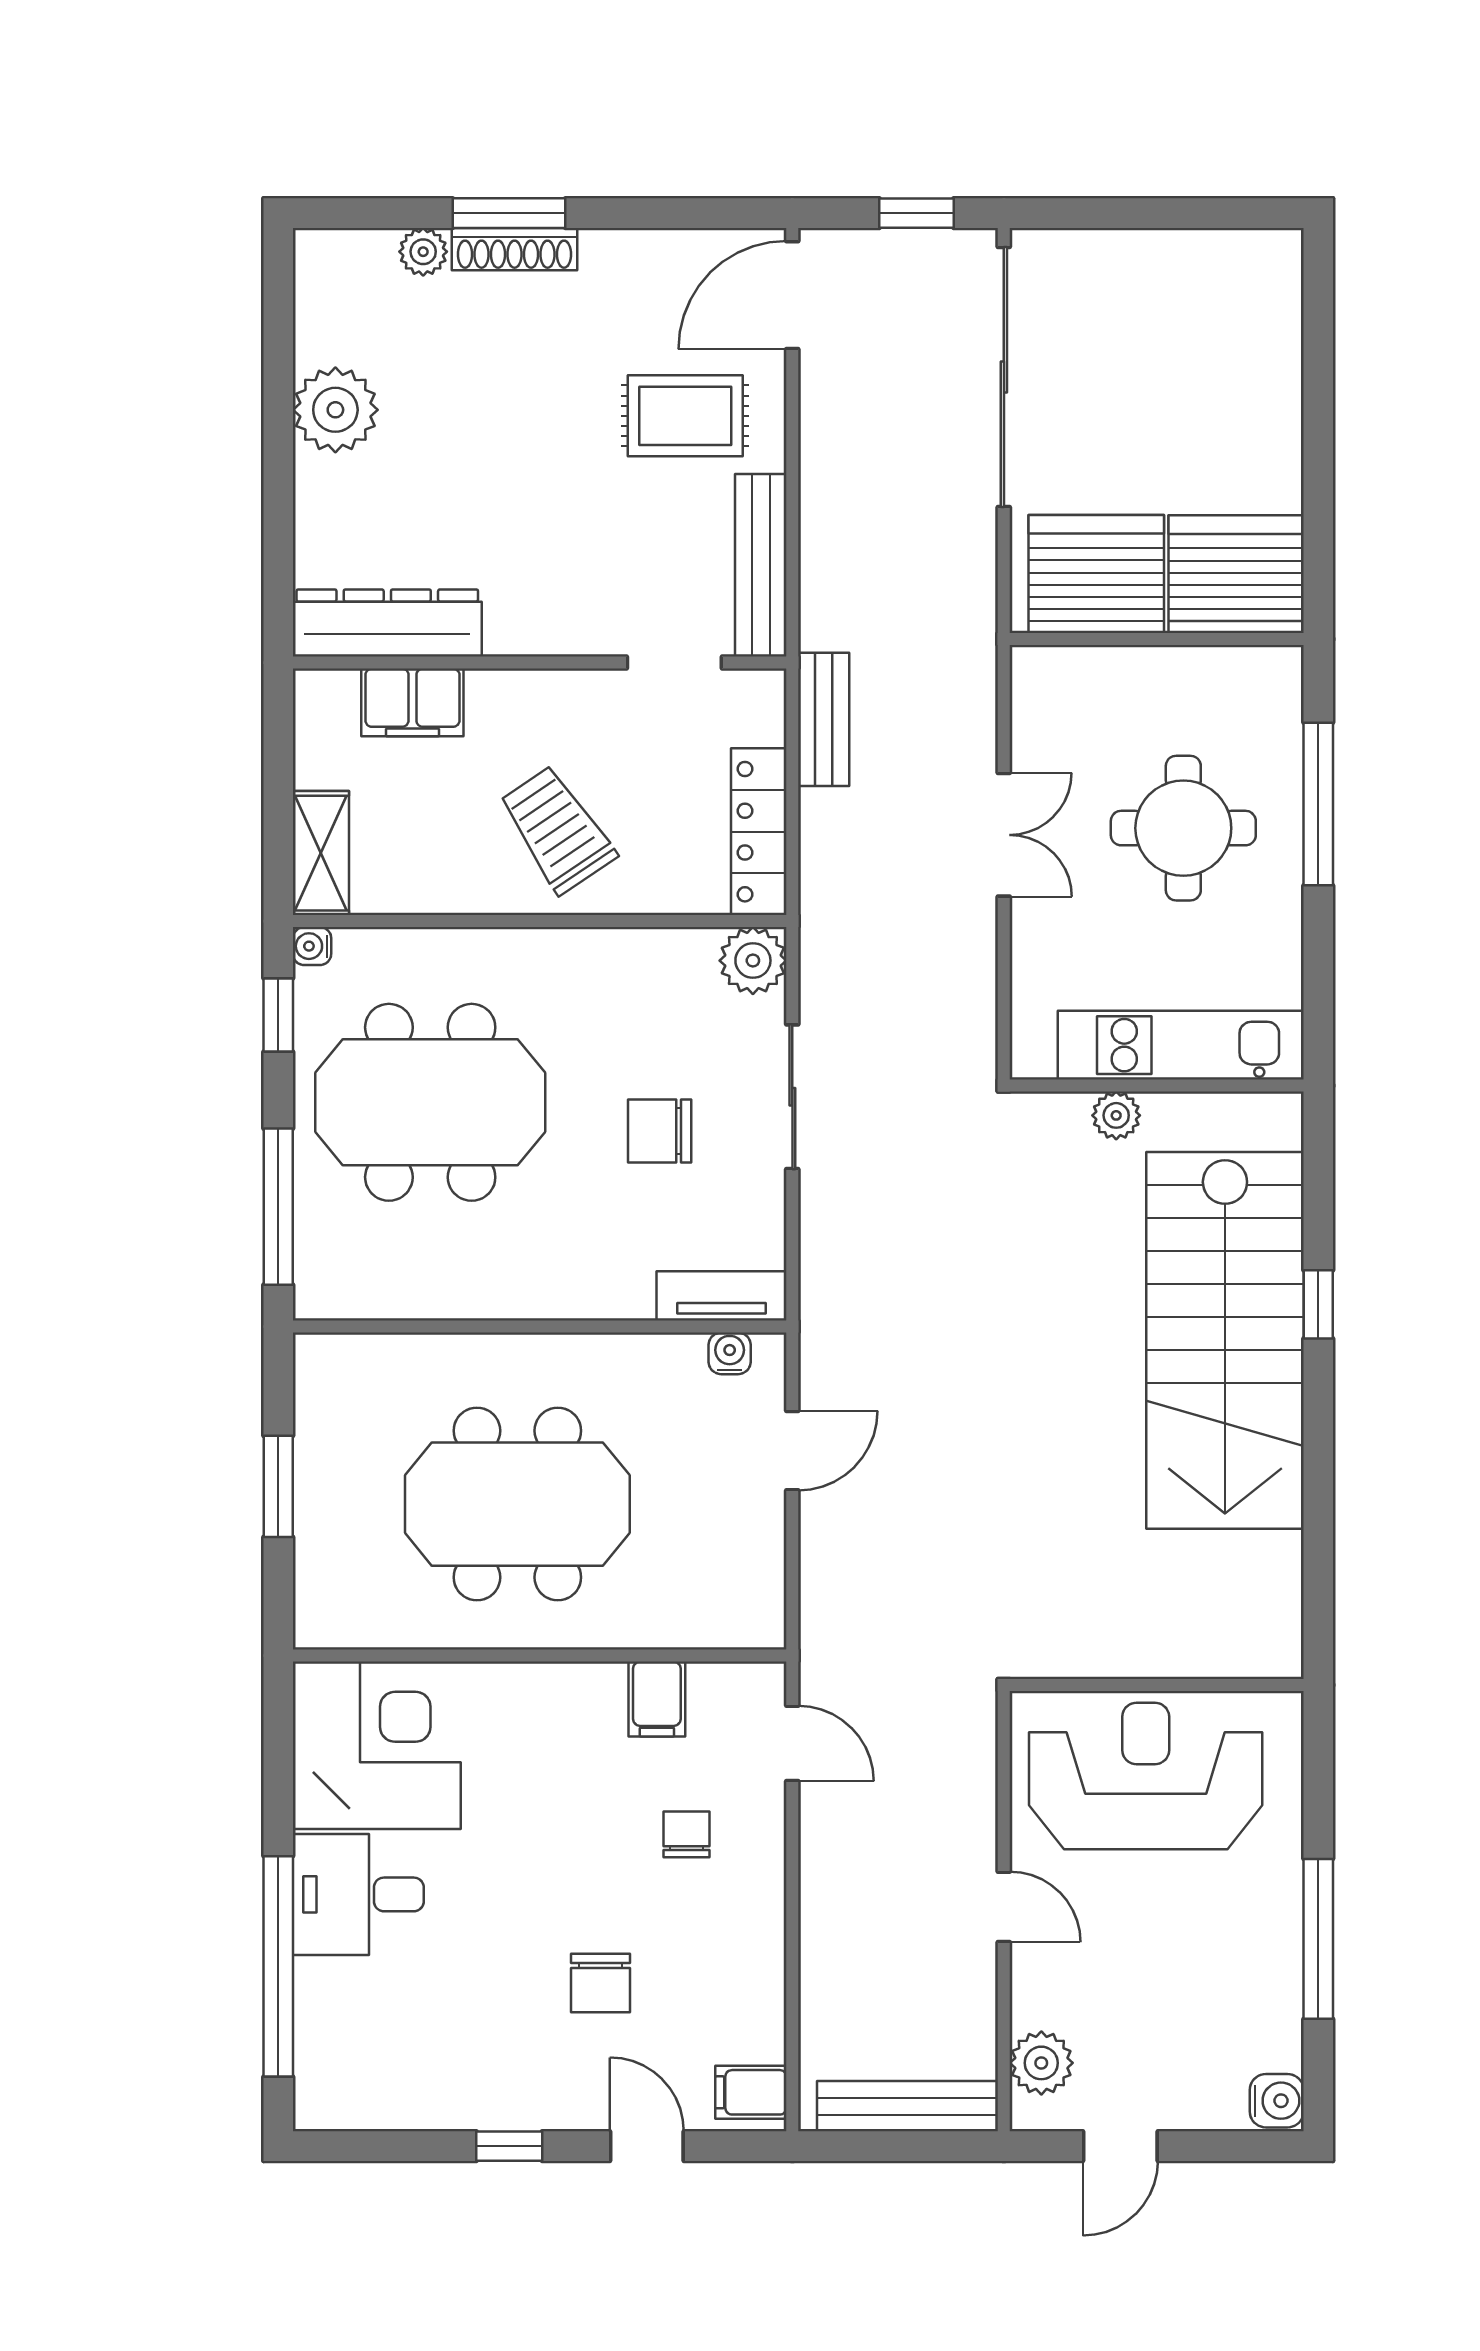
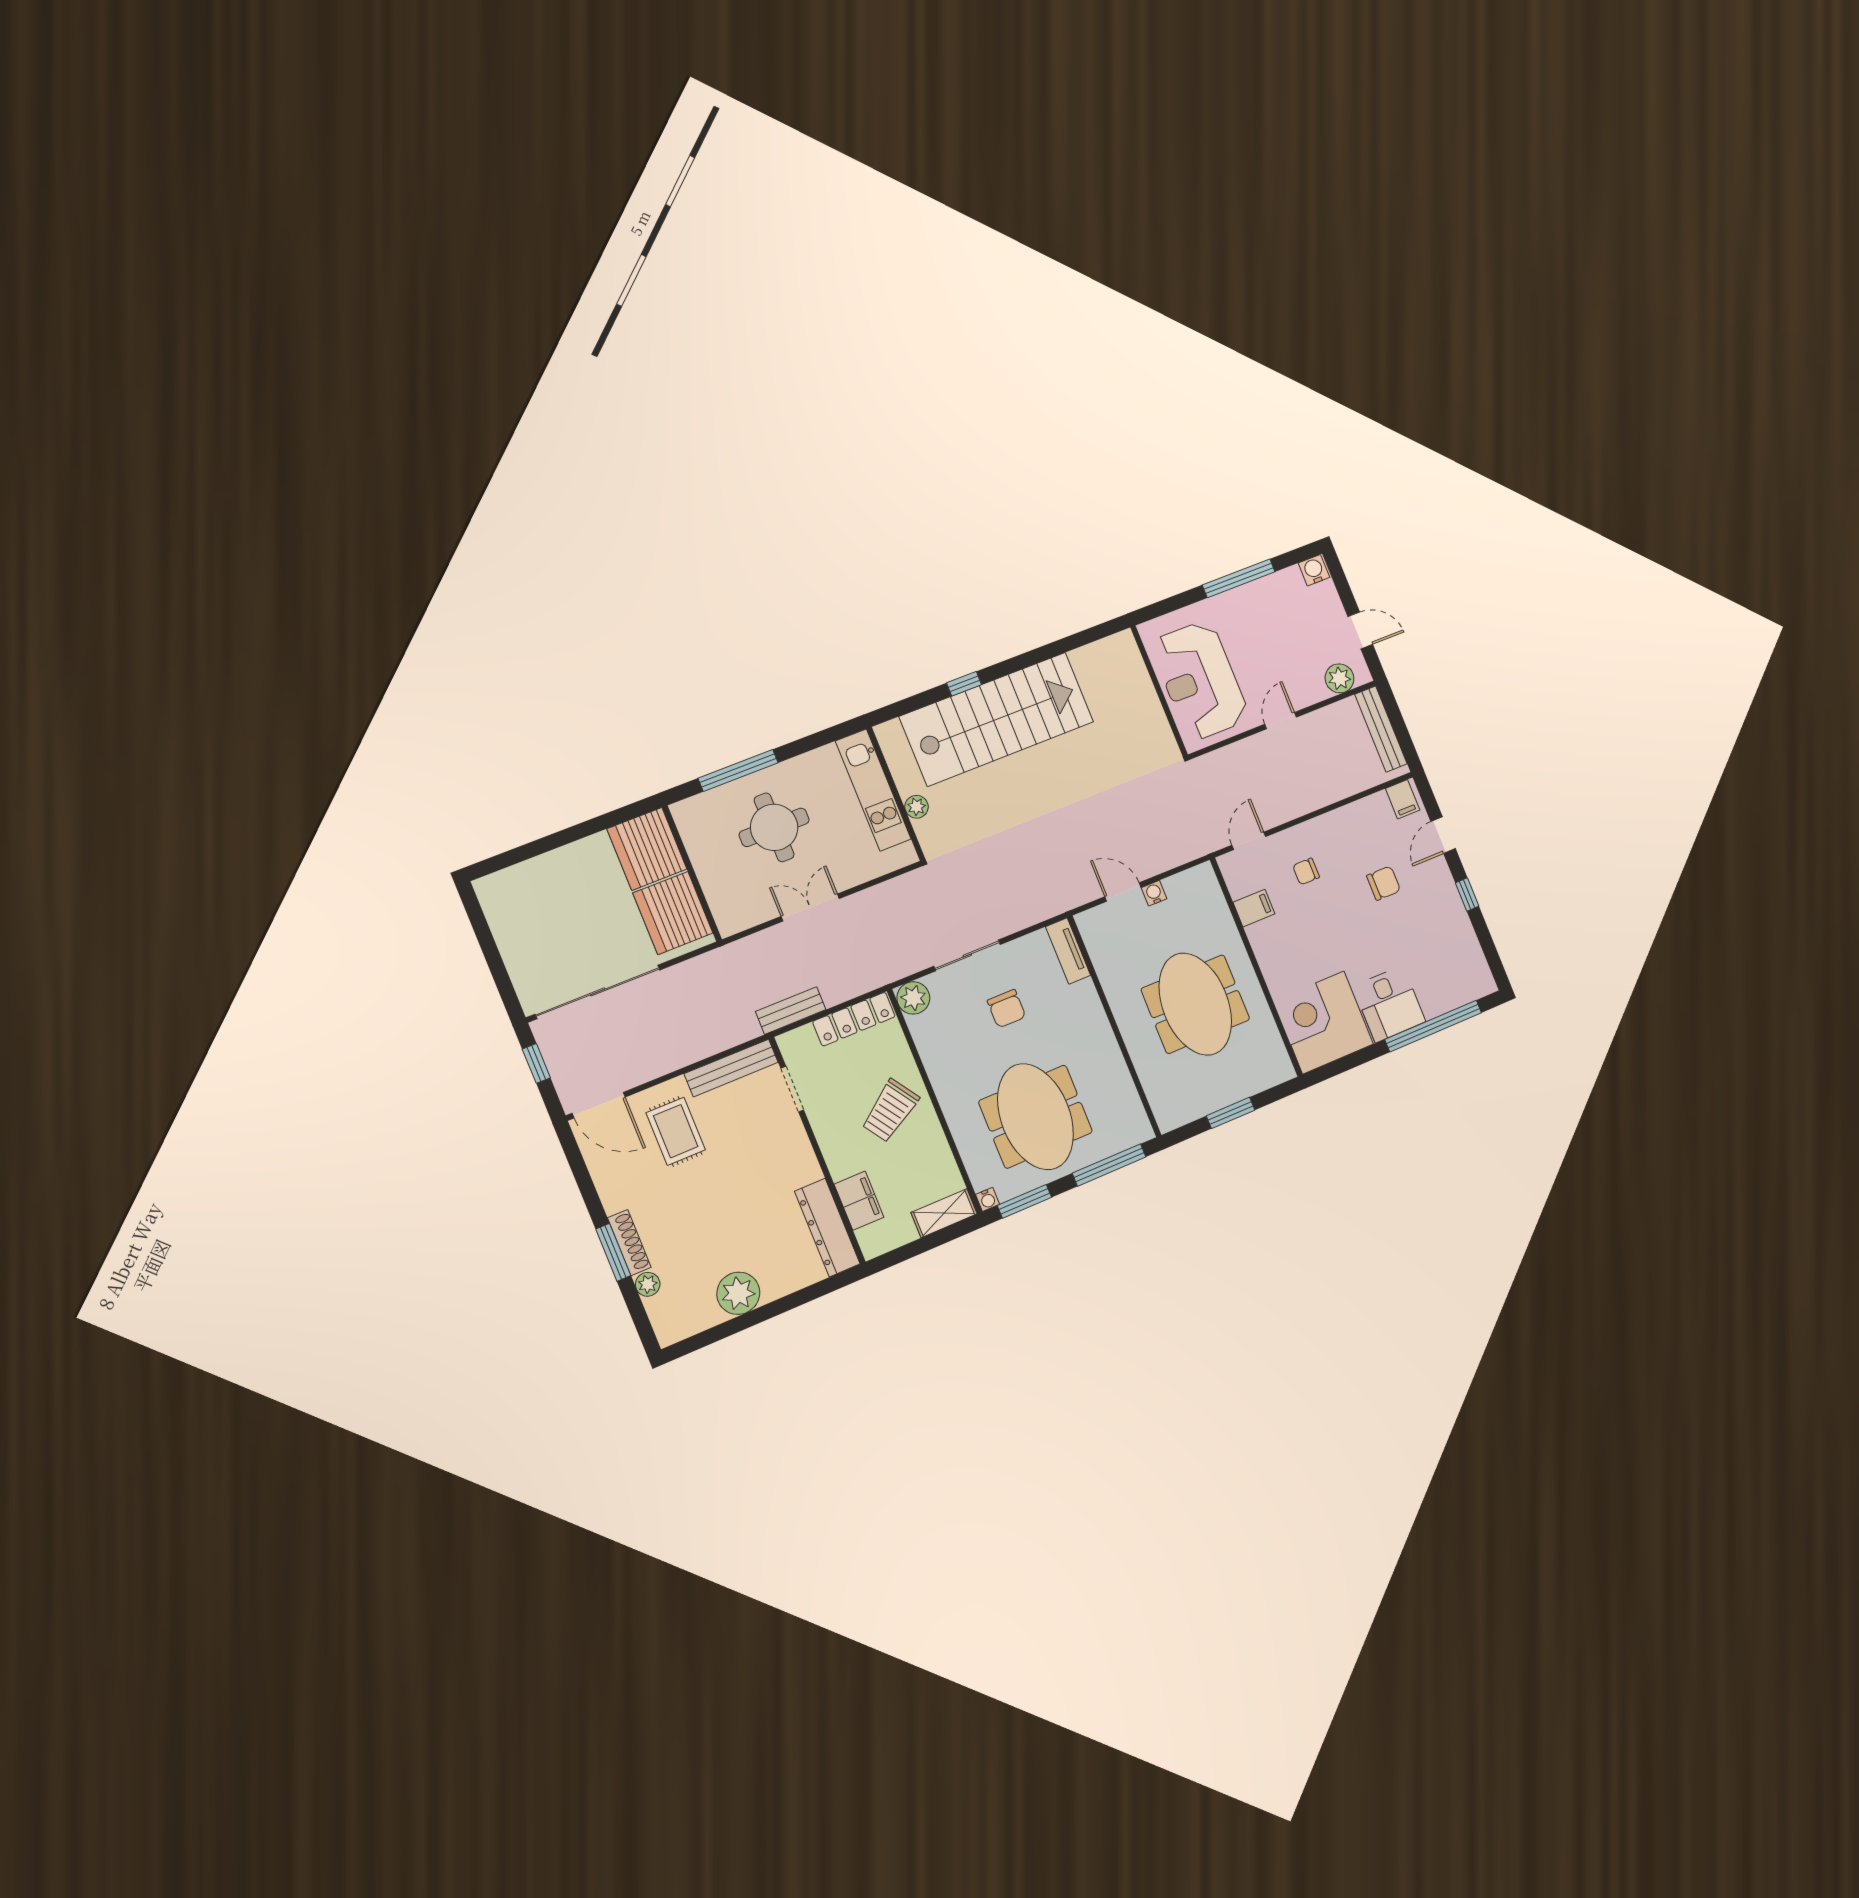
window: (278, 1015) -> (1024, 1201), width x1.50
water cooler: (730, 1353) -> (1154, 893), moved, turned 90

